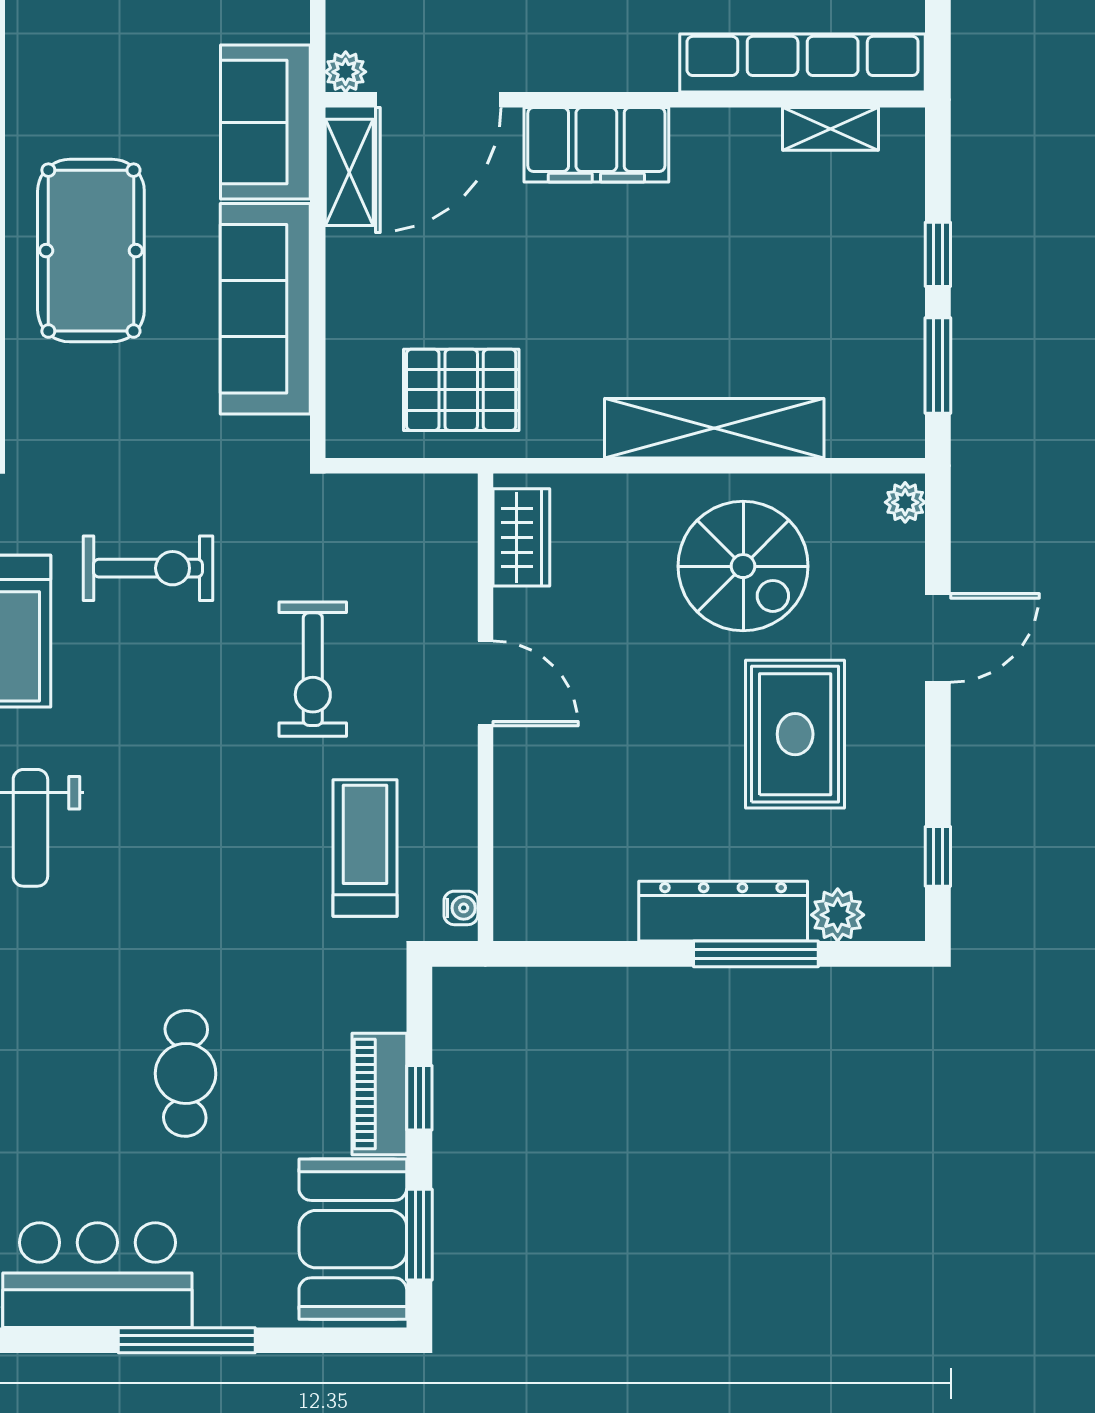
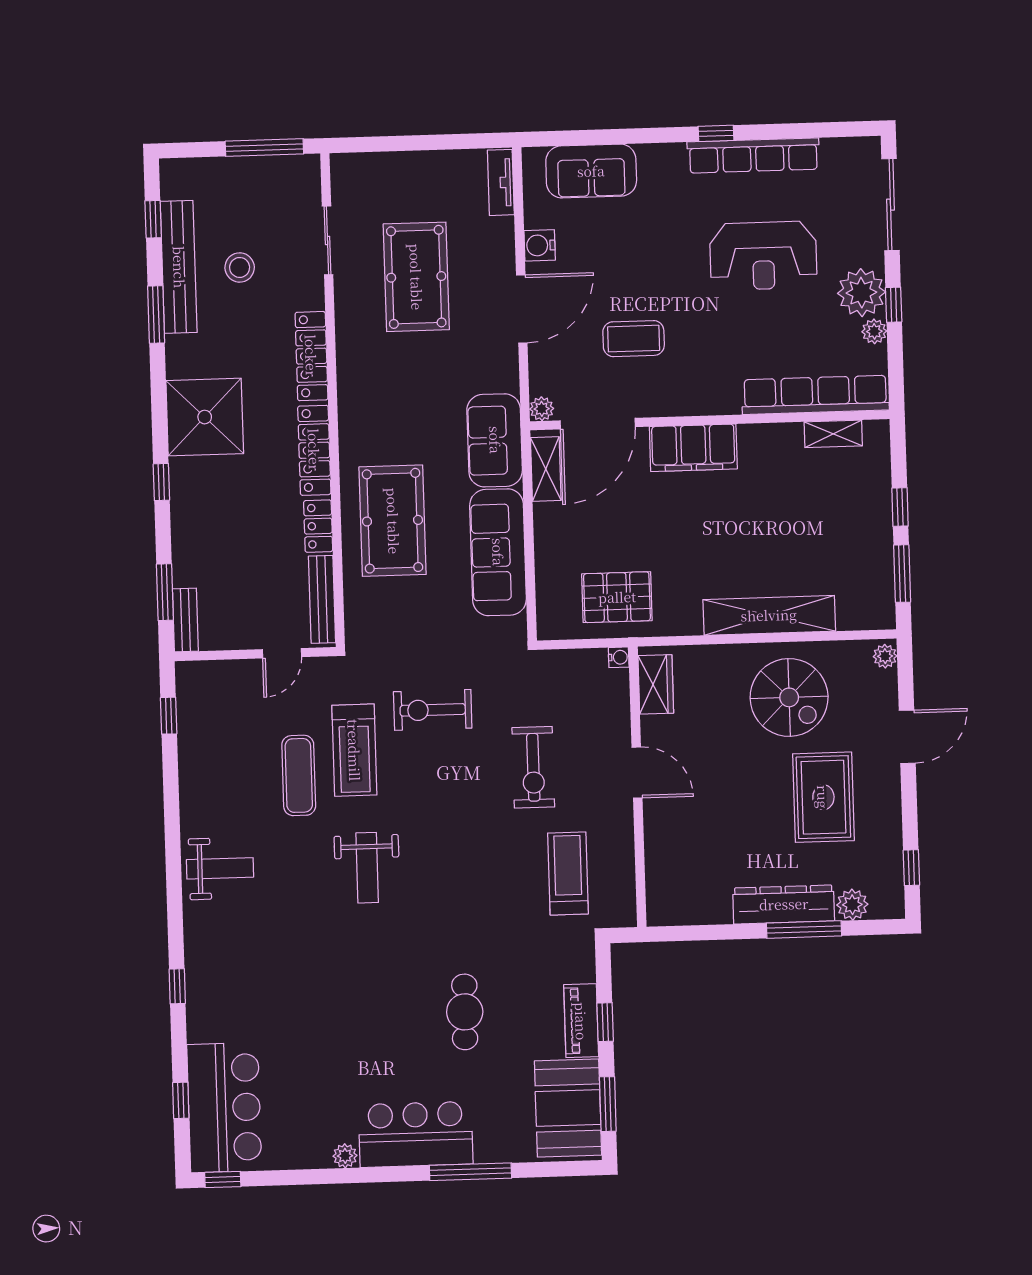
exercise bike: (148, 568) -> (433, 710), turned 180
water cooler: (461, 908) -> (619, 657), moved

